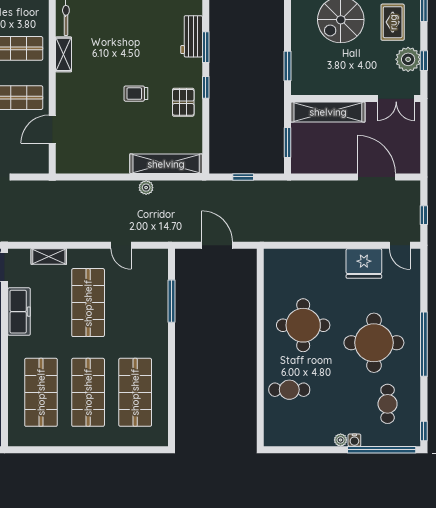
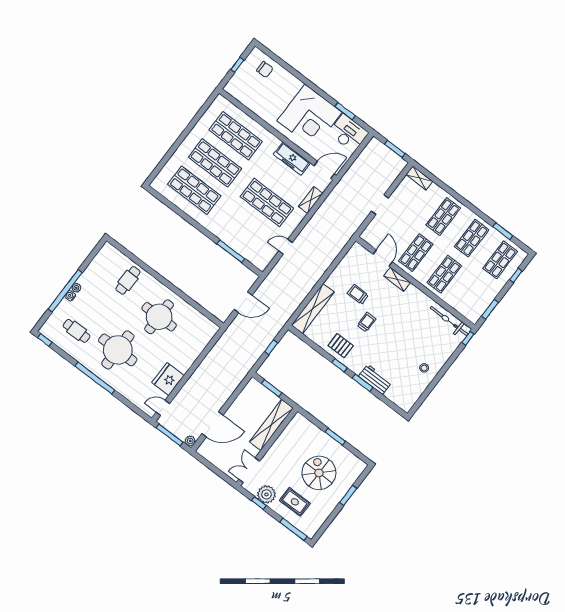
shelving: (64, 54) -> (397, 279), moved
window: (288, 66) -> (335, 437), moved
trolley: (113, 126) -> (358, 294), added
plant: (146, 188) -> (190, 441), moved
window: (424, 215) -> (170, 435), width x2.17
window: (382, 450) -> (65, 291), moved

